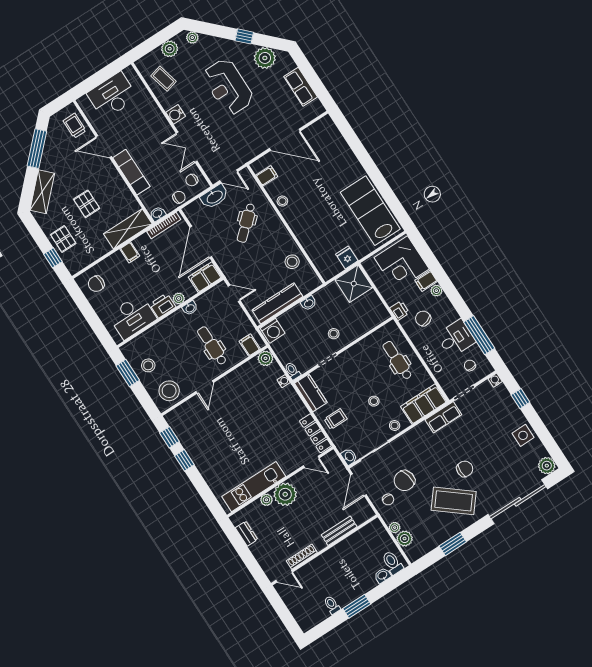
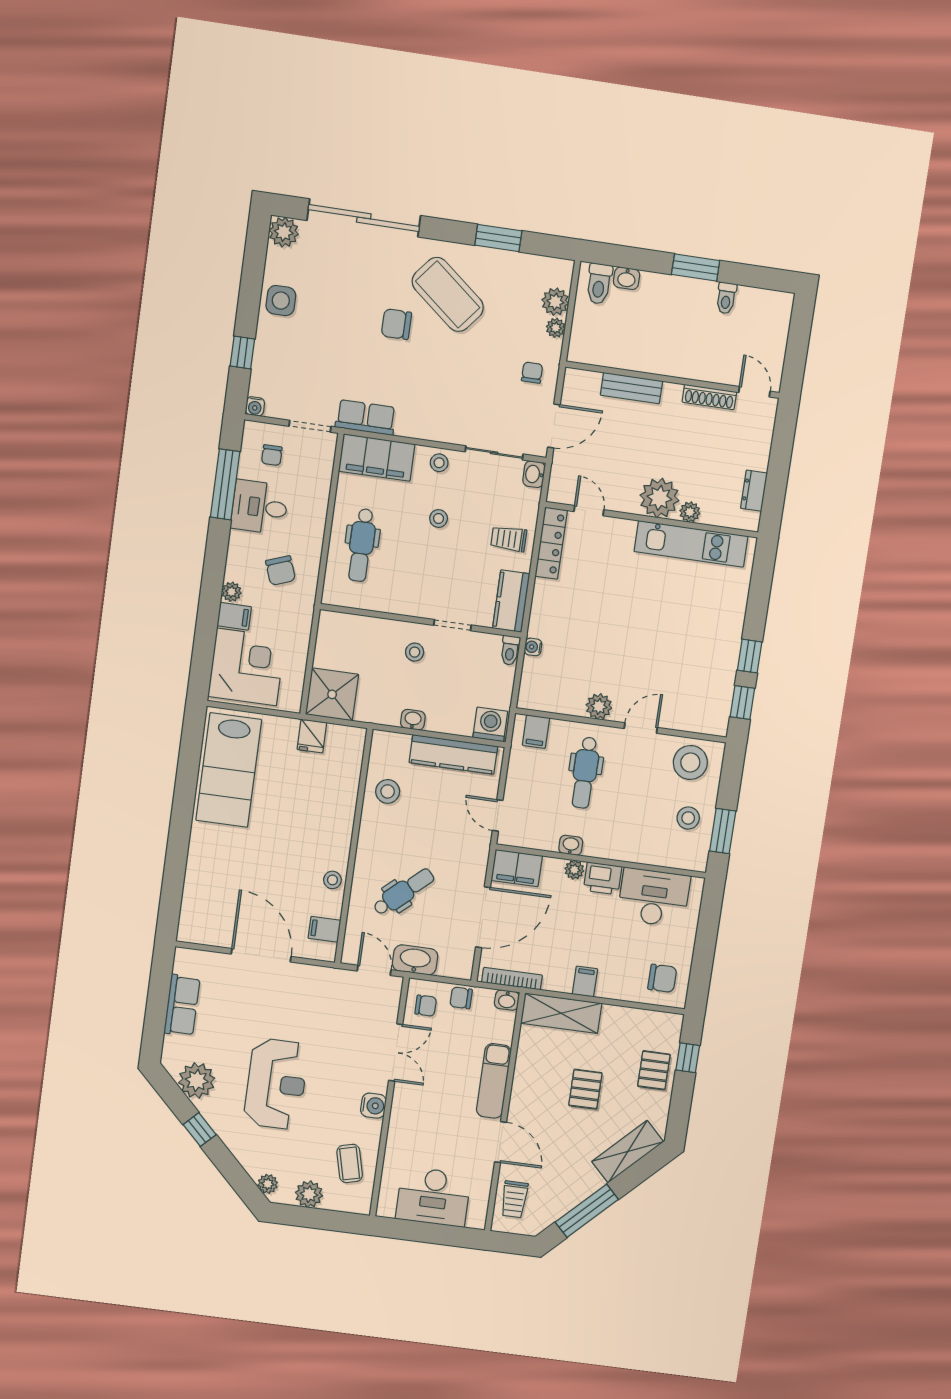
printer: (400, 311) -> (302, 608), removed
plant: (265, 358) -> (599, 706), moved
chair: (404, 481) -> (489, 379), removed

